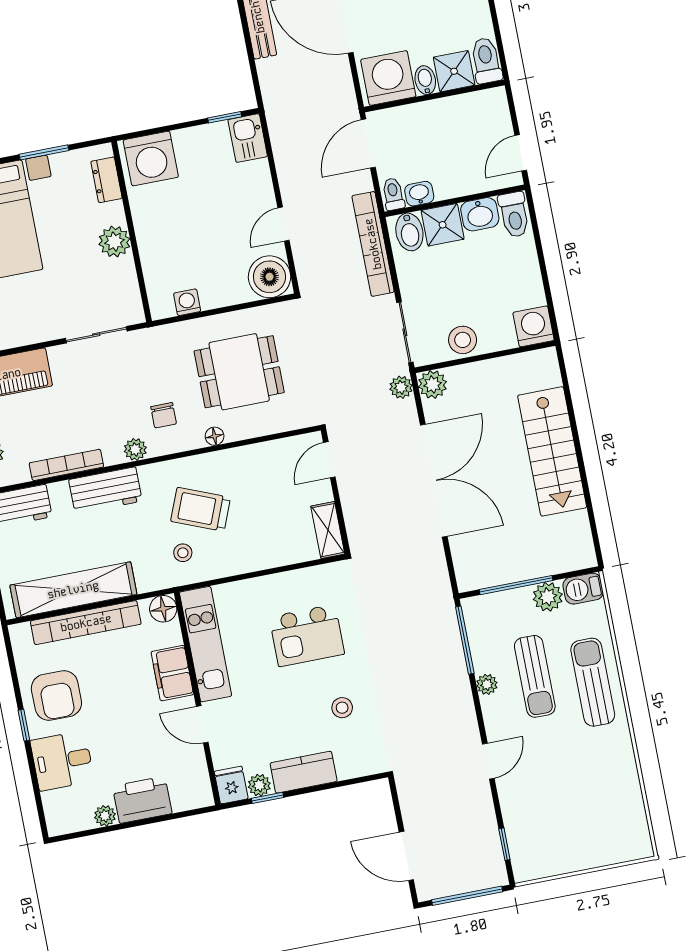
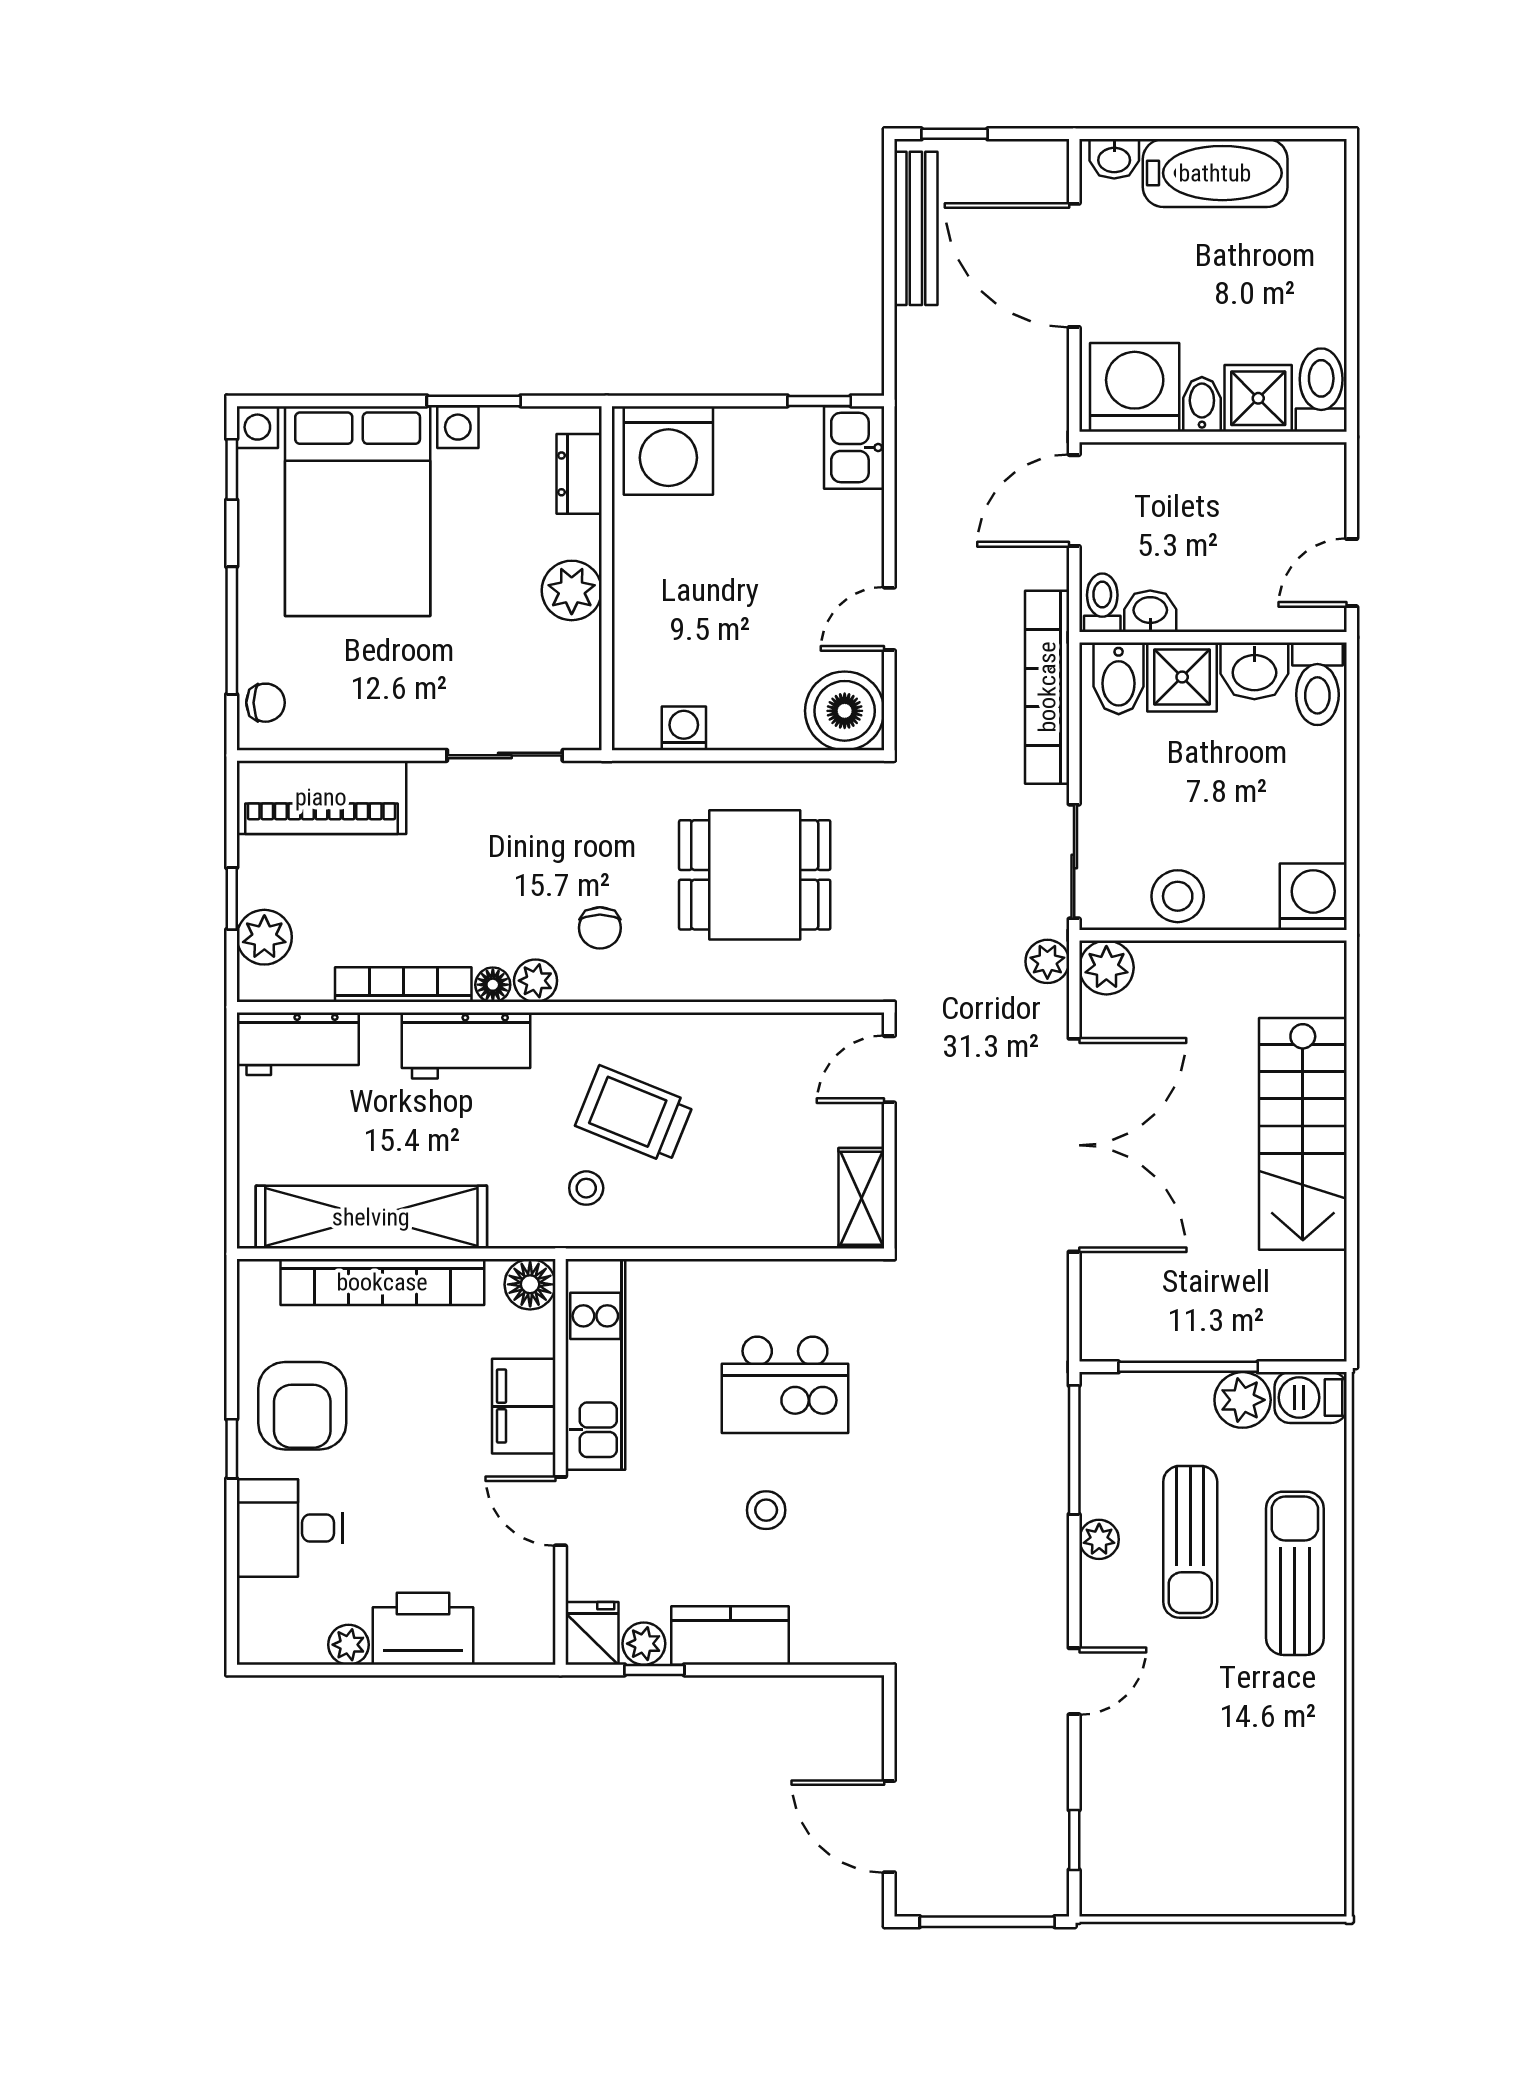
floor lamp: (215, 436) -> (493, 985), moved
stool: (342, 708) -> (766, 1510), moved

